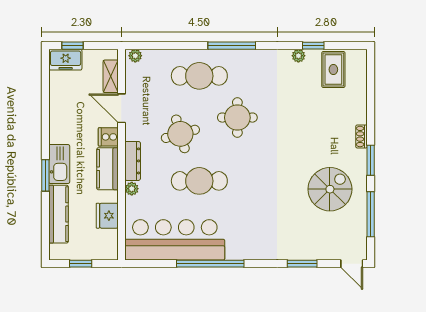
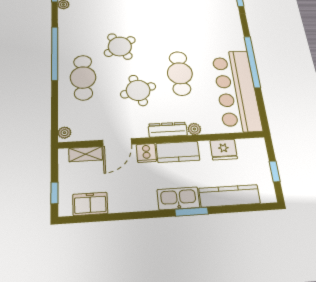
window: (232, 46) -> (55, 53), width x1.46
freezer: (66, 60) -> (90, 204), moved, turned -90
round table: (237, 118) -> (120, 46), turned -32

